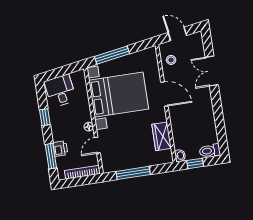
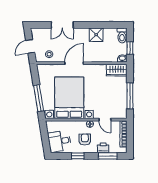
shower: (206, 117) -> (96, 35), added
armchair: (68, 123) -> (85, 139), added
wardrobe: (162, 136) -> (117, 70), moved

